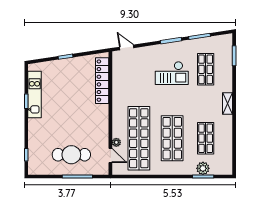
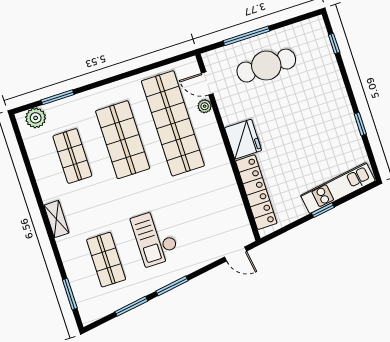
checkout: (172, 73) -> (155, 238), turned -90
kitchen unit: (35, 95) -> (338, 188), moved, turned 81
fridge: (100, 115) -> (243, 139), added
plant: (203, 168) -> (36, 118), moved

